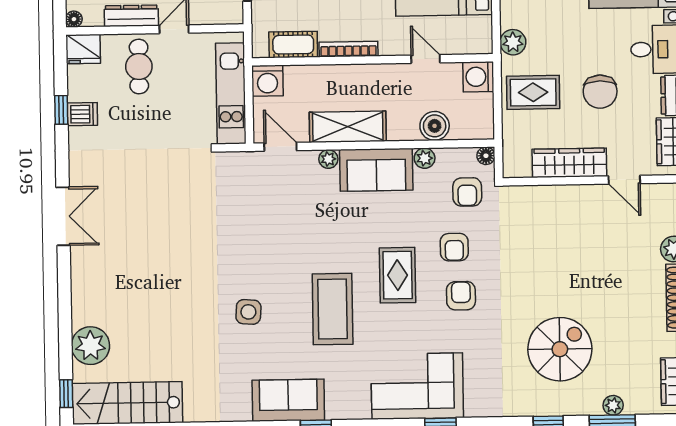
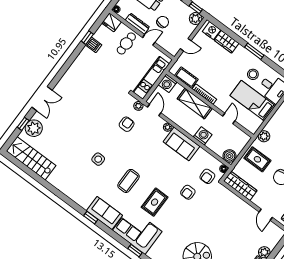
washing machine: (478, 77) -> (203, 136), moved, turned 90
boiler: (435, 126) -> (229, 156), moved
shelving: (348, 127) -> (195, 104), moved
plant: (425, 158) -> (138, 106), moved
wardrobe: (569, 163) -> (240, 186), moved
double door: (63, 216) -> (42, 99), moved
rug: (398, 275) -> (155, 202), moved
armchair: (461, 296) -> (127, 124), moved
coffee table: (333, 309) -> (128, 181), width x0.73, depth x0.76
window: (66, 394) -> (23, 124), moved
sofa: (288, 400) -> (104, 213), moved

